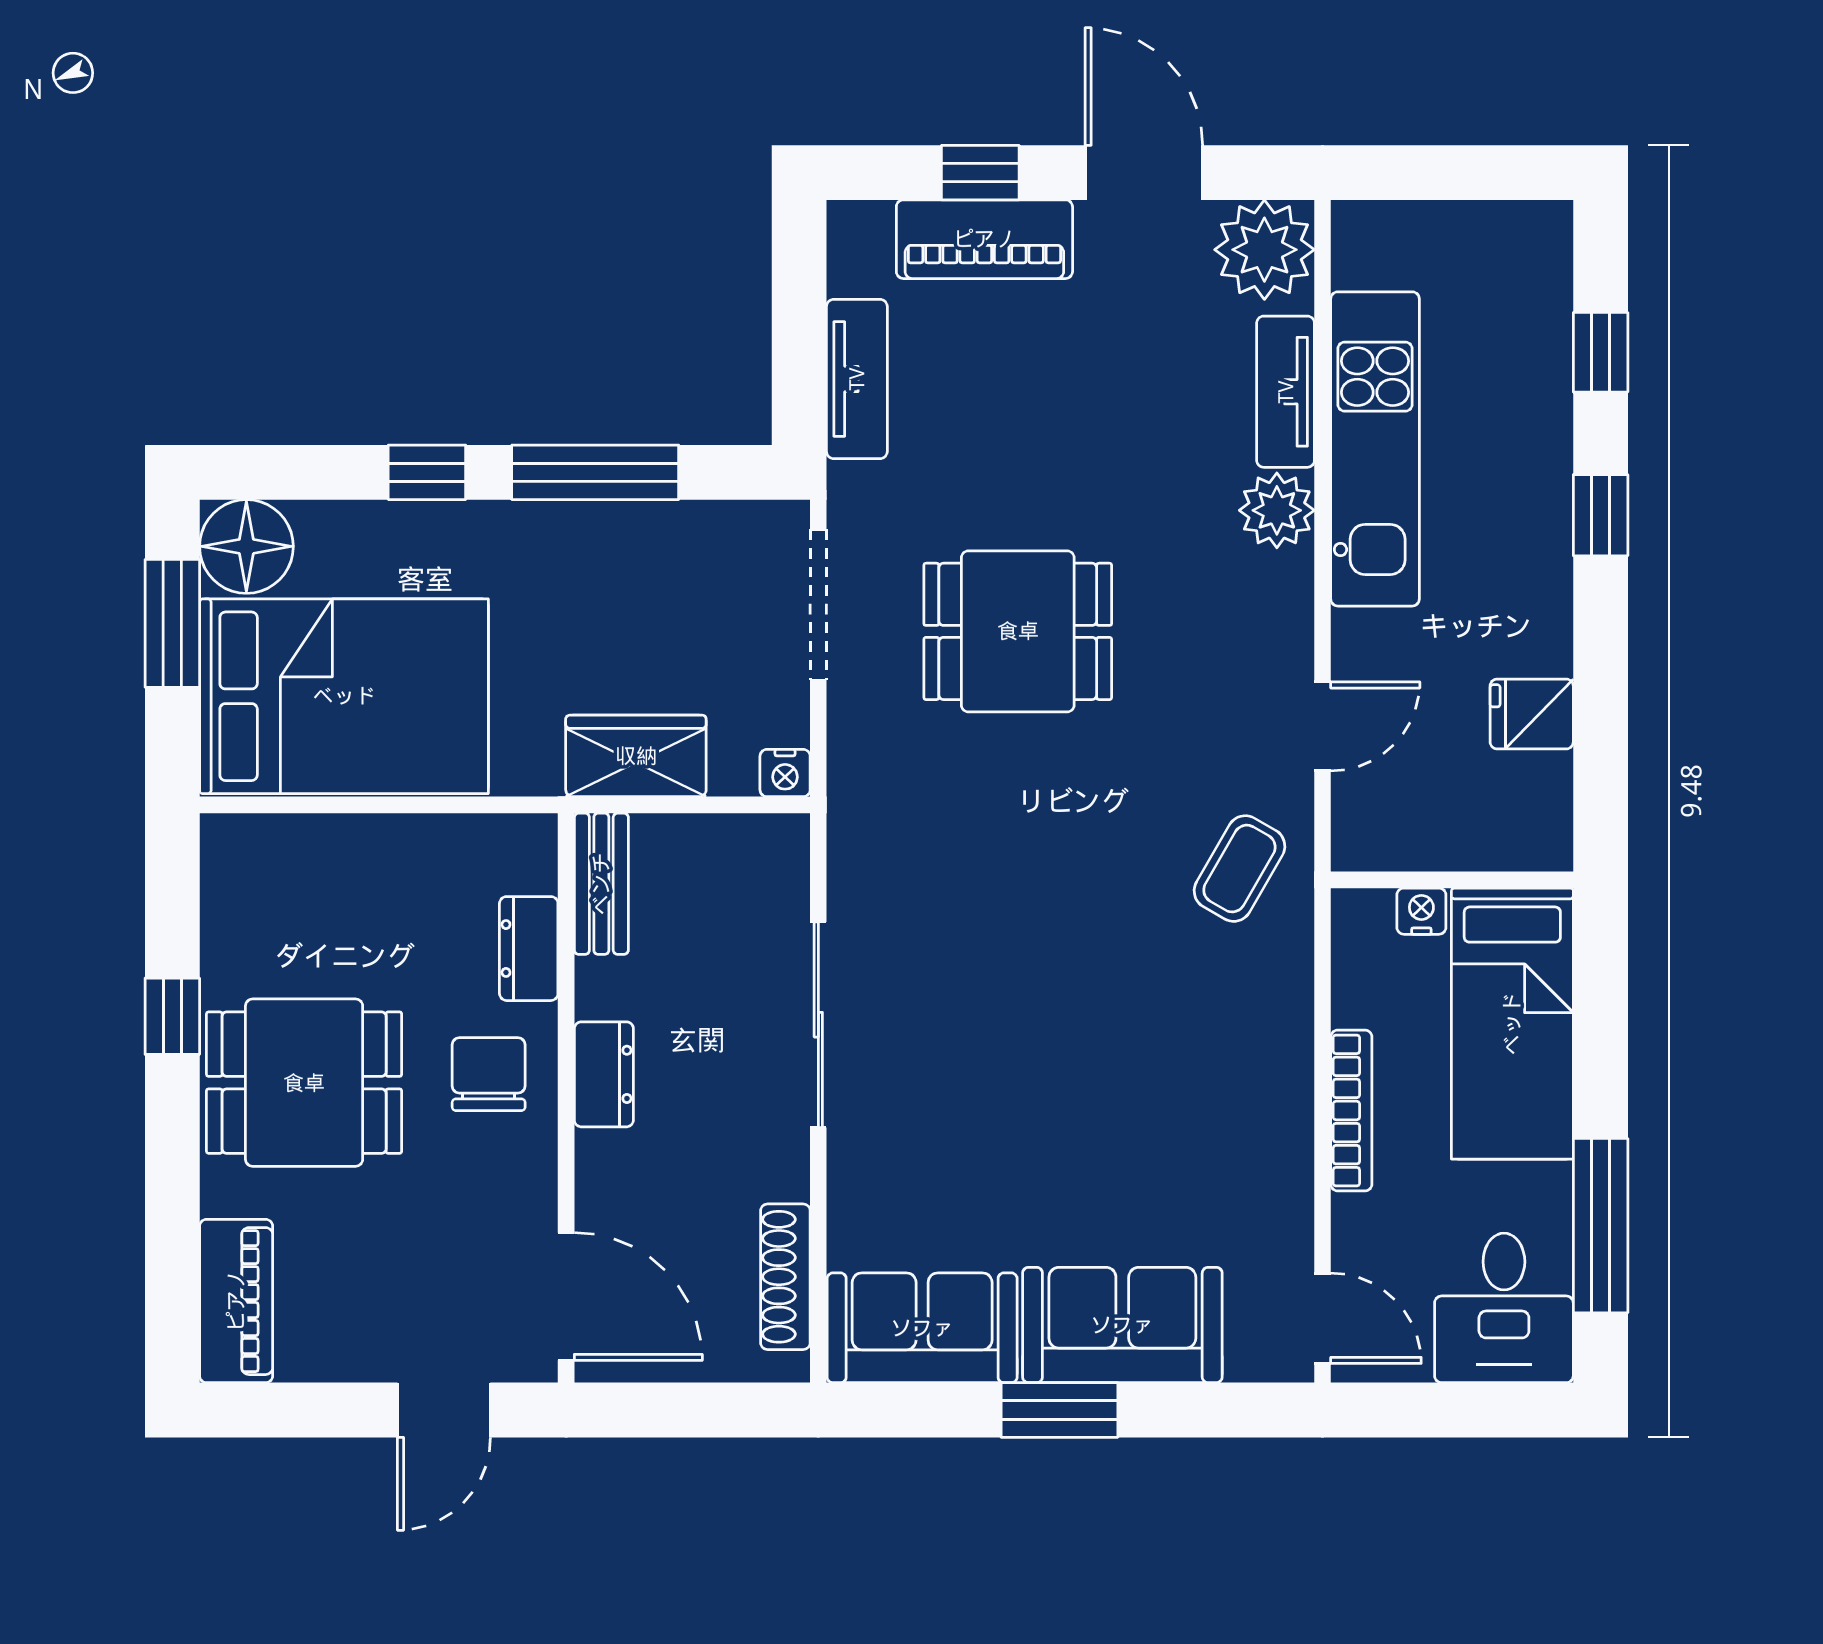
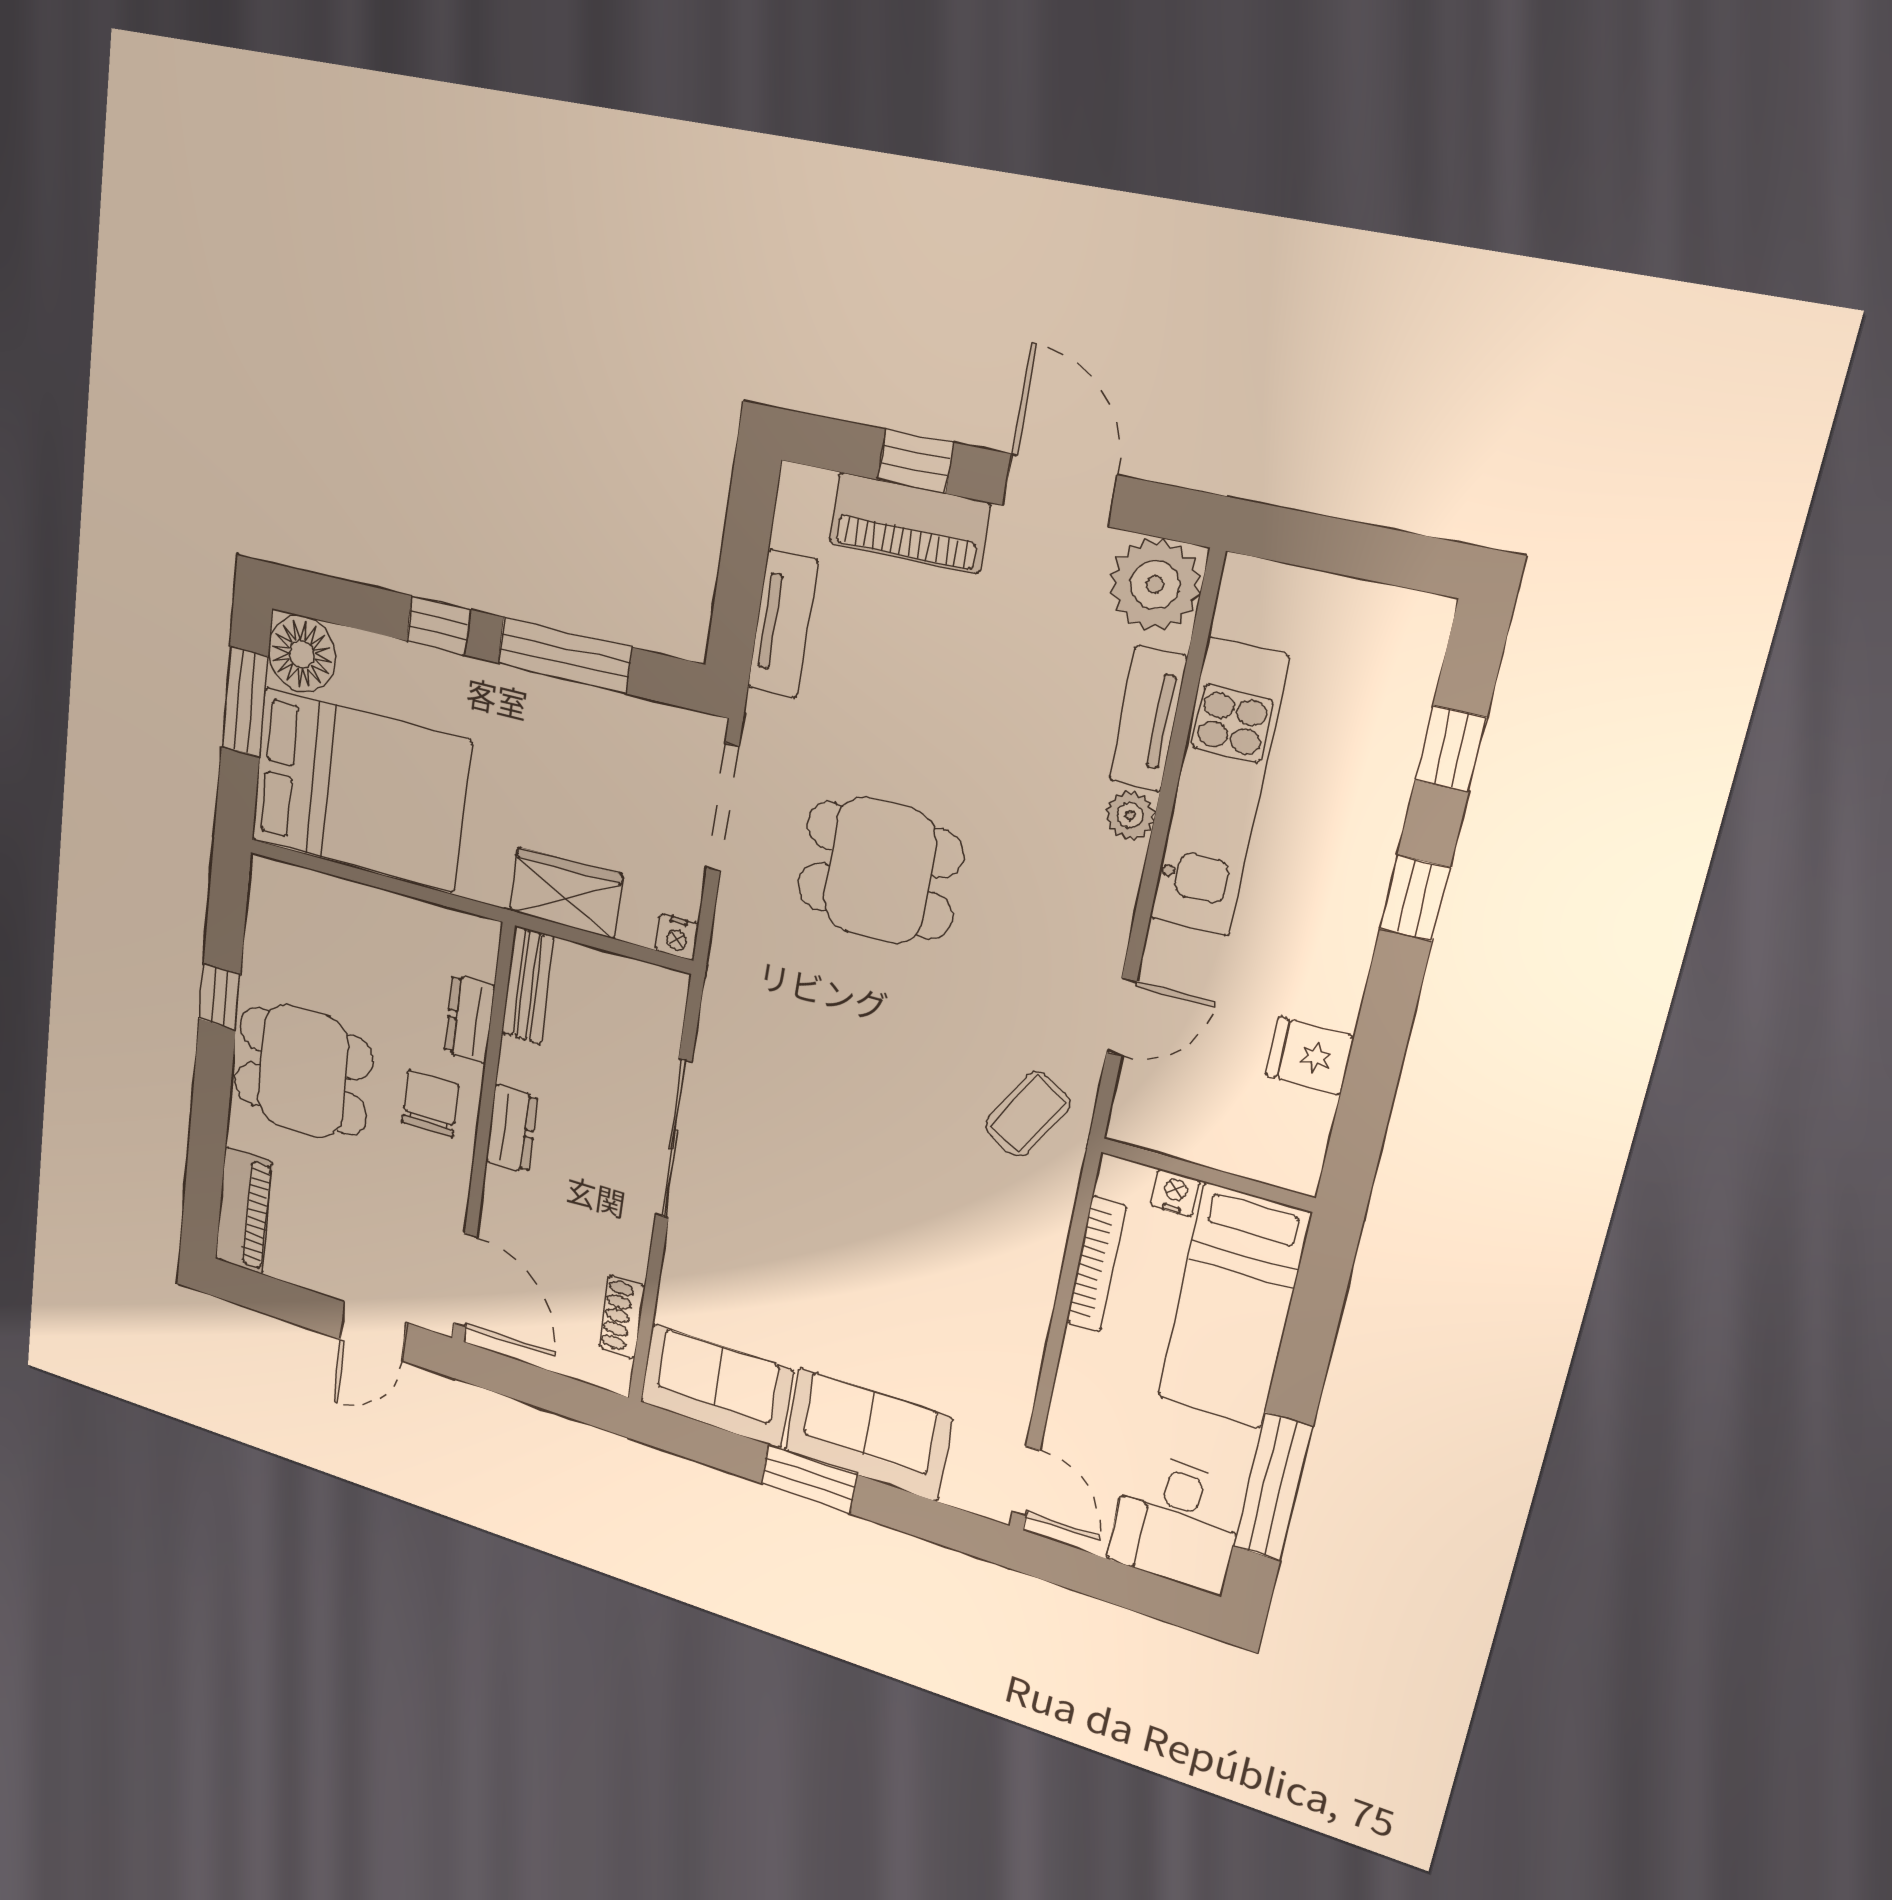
plant: (1277, 510) -> (1130, 815), width x0.73, depth x0.73
bookcase: (1351, 1111) -> (1096, 1264), moved
shoe rack: (785, 1277) -> (622, 1317), width x0.70

